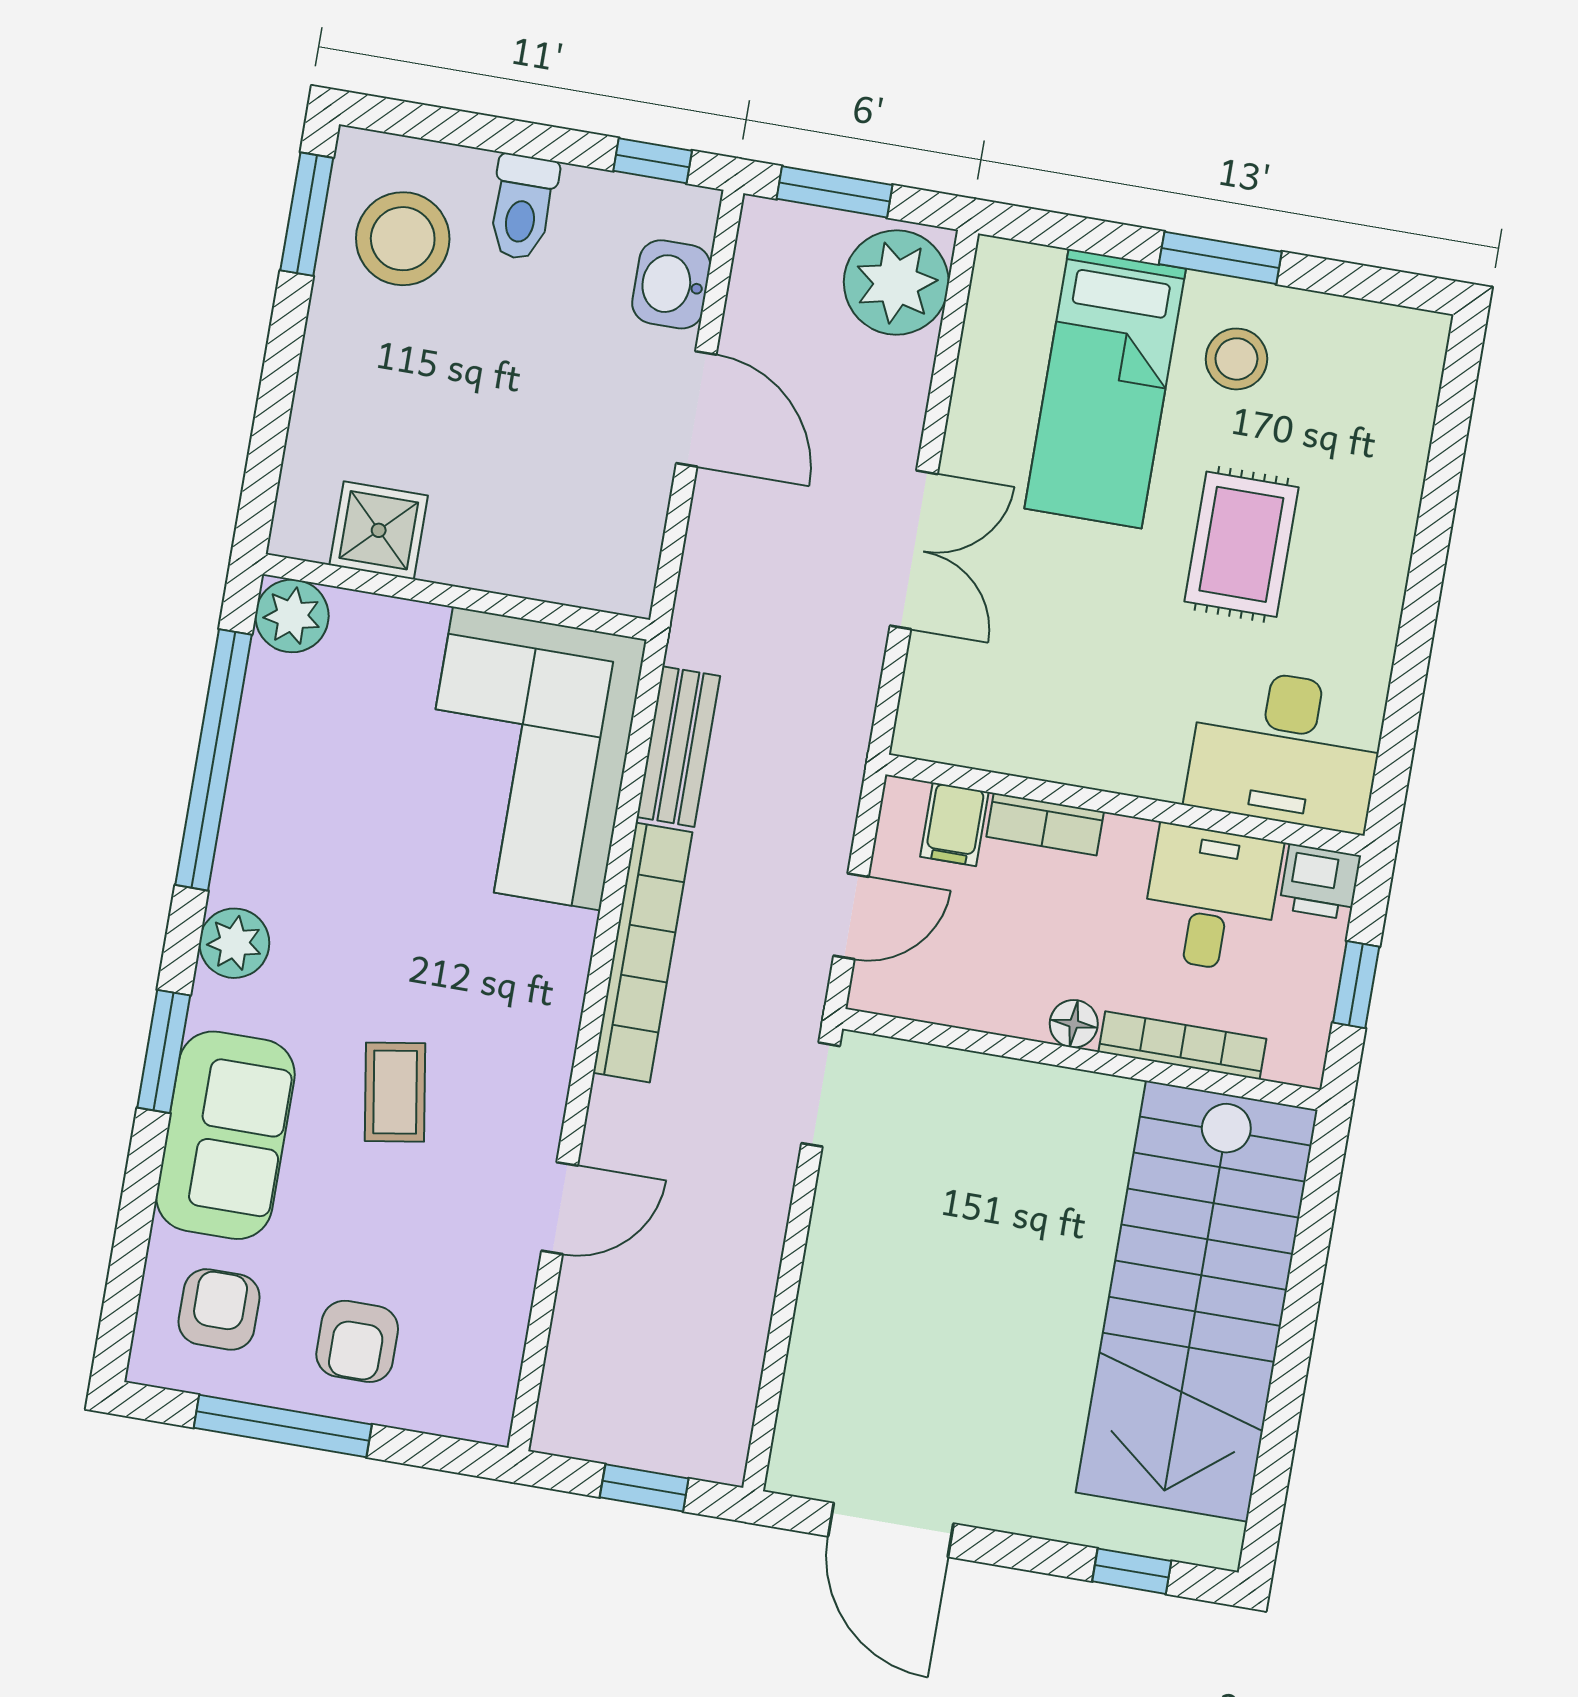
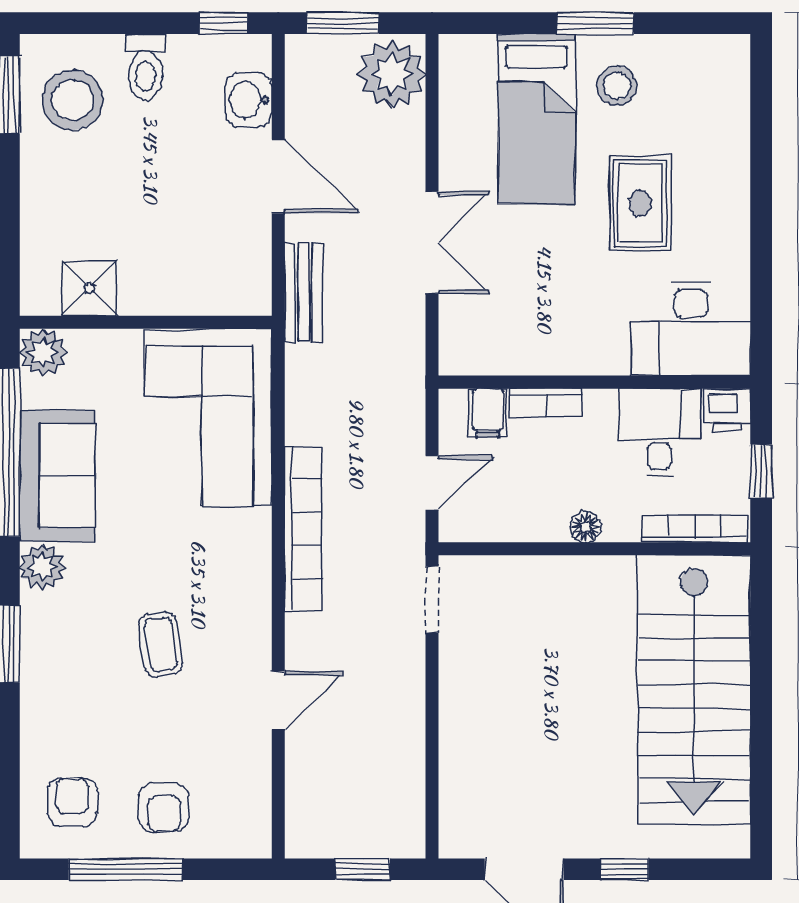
bench: (678, 747) -> (304, 292), moved
bookcase: (1182, 1045) -> (695, 529), moved
sofa: (225, 1135) -> (57, 476), moved
window: (1132, 1571) -> (624, 869), moved

